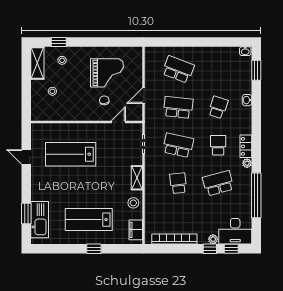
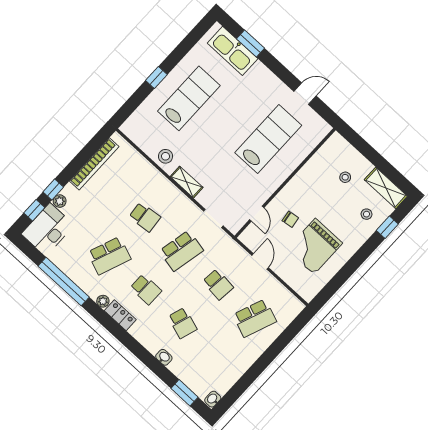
school desk: (178, 107) -> (218, 284), width x0.54
school desk: (218, 183) -> (109, 256), turned 36
filing cabinet: (136, 230) -> (137, 135), removed

